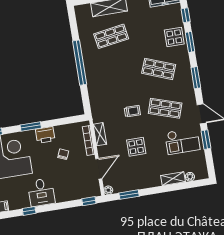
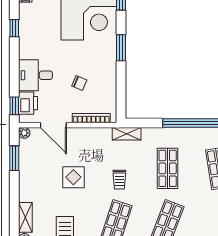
shop shelf: (118, 76) -> (168, 168), added
shelving: (100, 134) -> (127, 134), moved
printer: (45, 135) -> (28, 103), moved, turned 180
desk: (41, 192) -> (35, 75), moved

